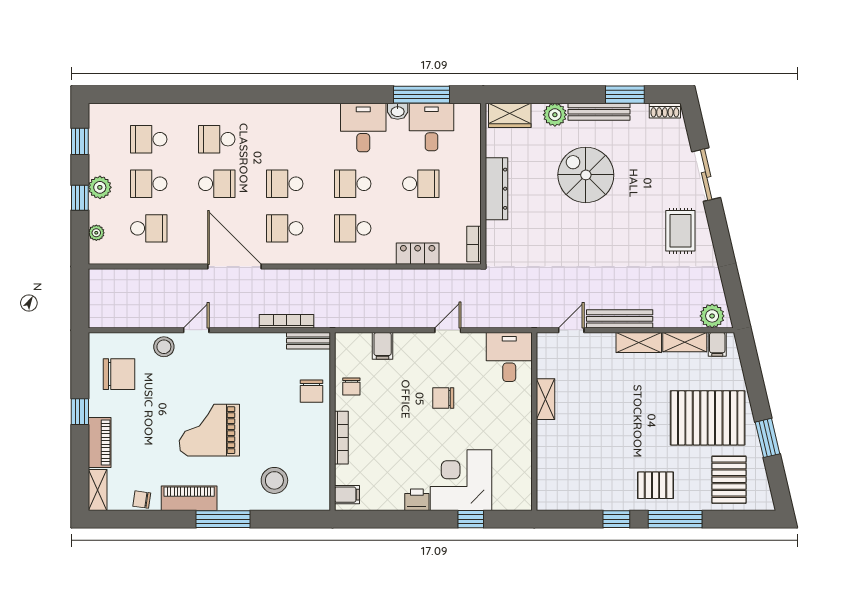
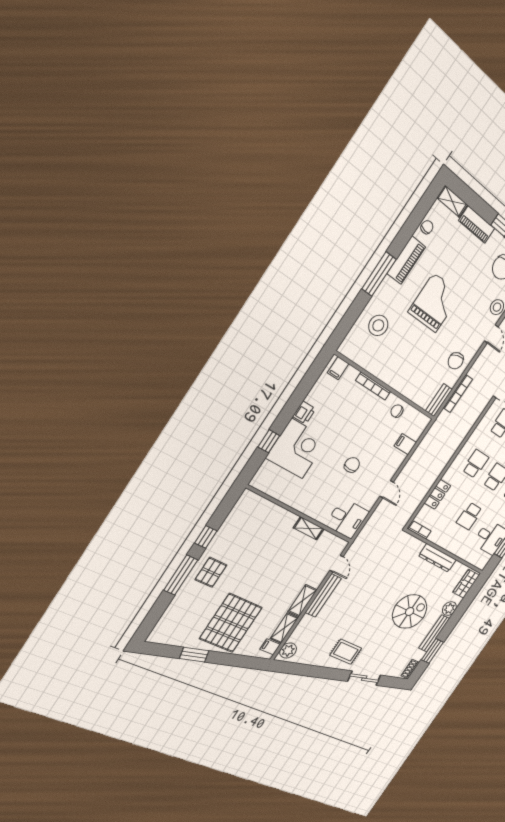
chair: (311, 391) -> (456, 361), moved, turned -105
pallet: (729, 480) -> (184, 620), removed

